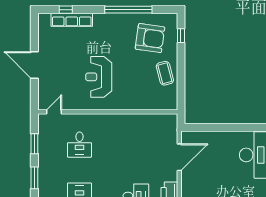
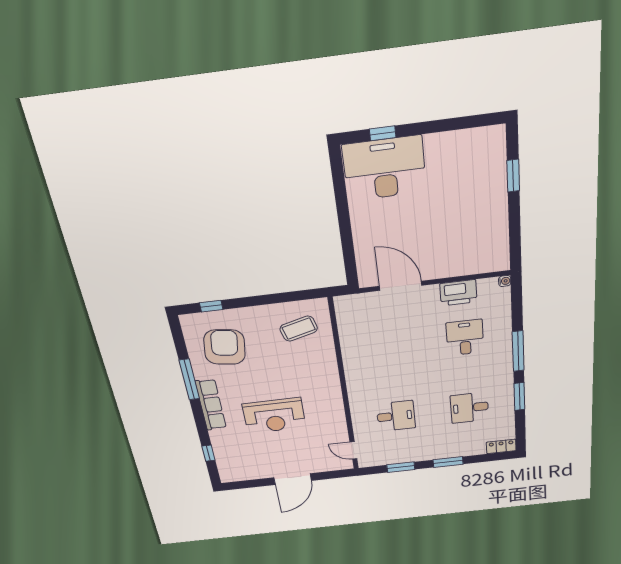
window: (128, 10) -> (189, 379), width x0.68
row of seats: (72, 20) -> (211, 405), moved
coffee table: (165, 73) -> (299, 329), moved
reception desk: (99, 77) -> (274, 416), moved

